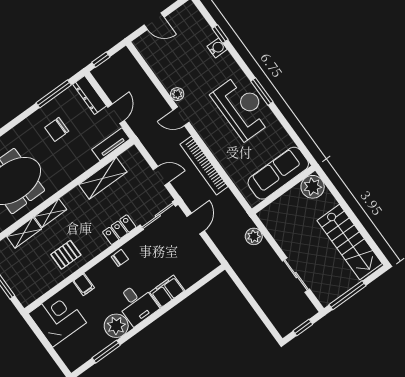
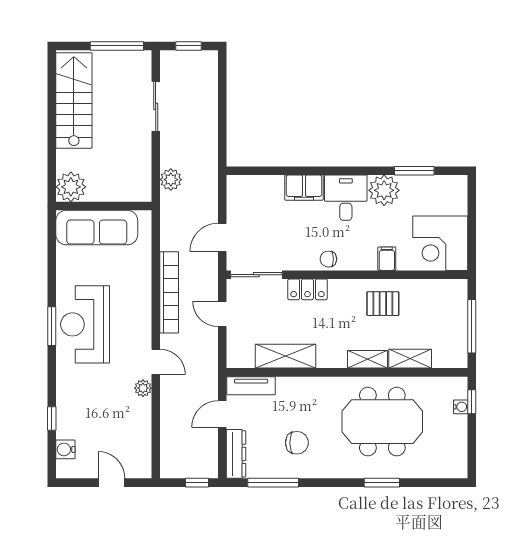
water cooler: (217, 48) -> (65, 449), moved

